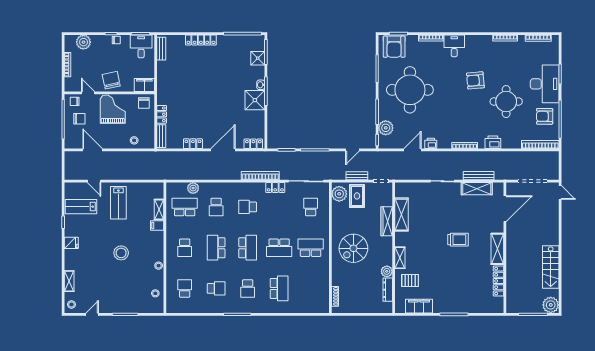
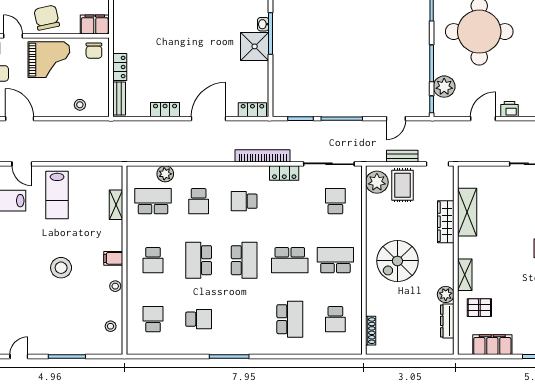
grand piano: (113, 109) -> (49, 60), turned 90
filing cabinet: (157, 225) -> (113, 258), moved
school desk: (248, 288) -> (335, 319), moved

